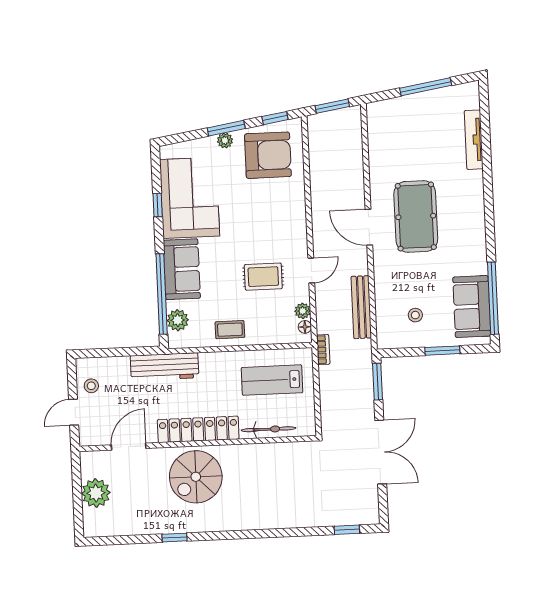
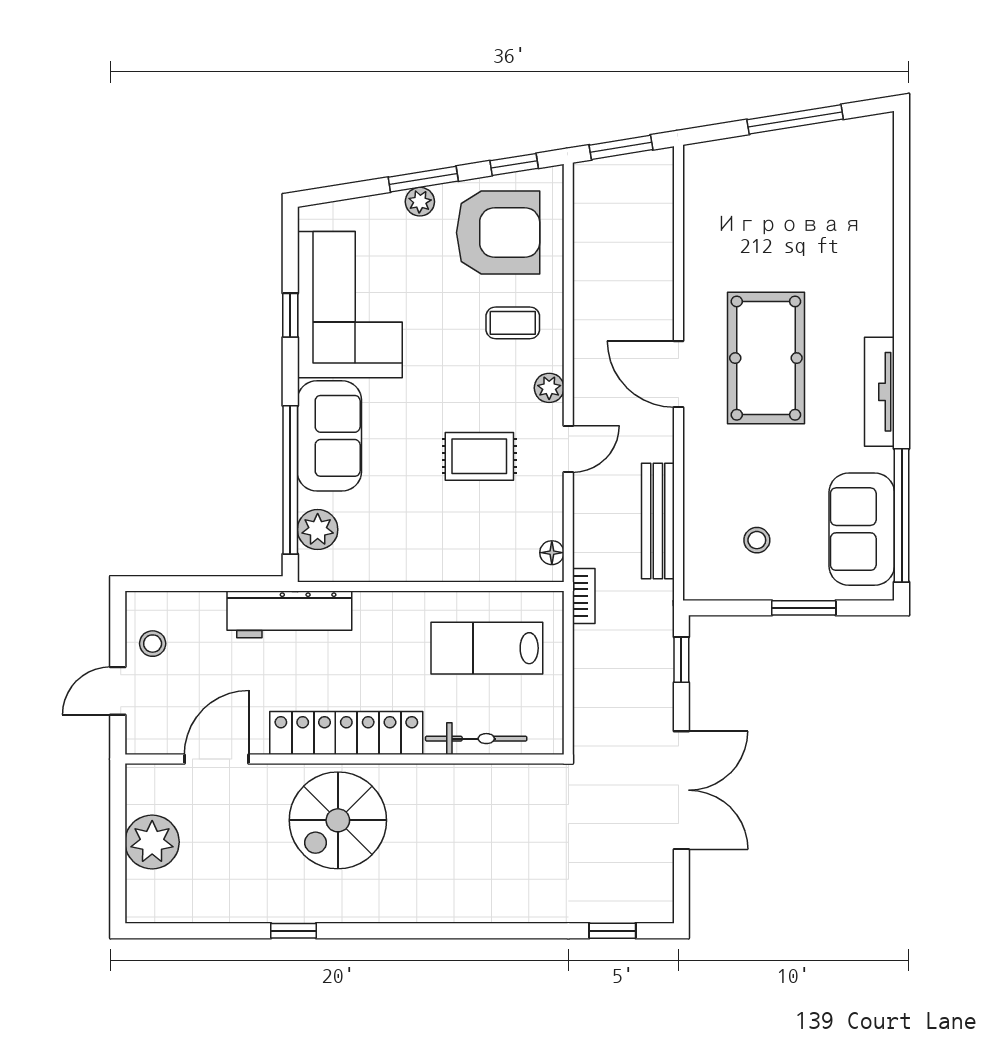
tv unit: (474, 140) -> (879, 392), moved
plant: (303, 311) -> (549, 388), moved
coffee table: (230, 330) -> (513, 323), moved
window: (377, 382) -> (681, 660), width x0.67

